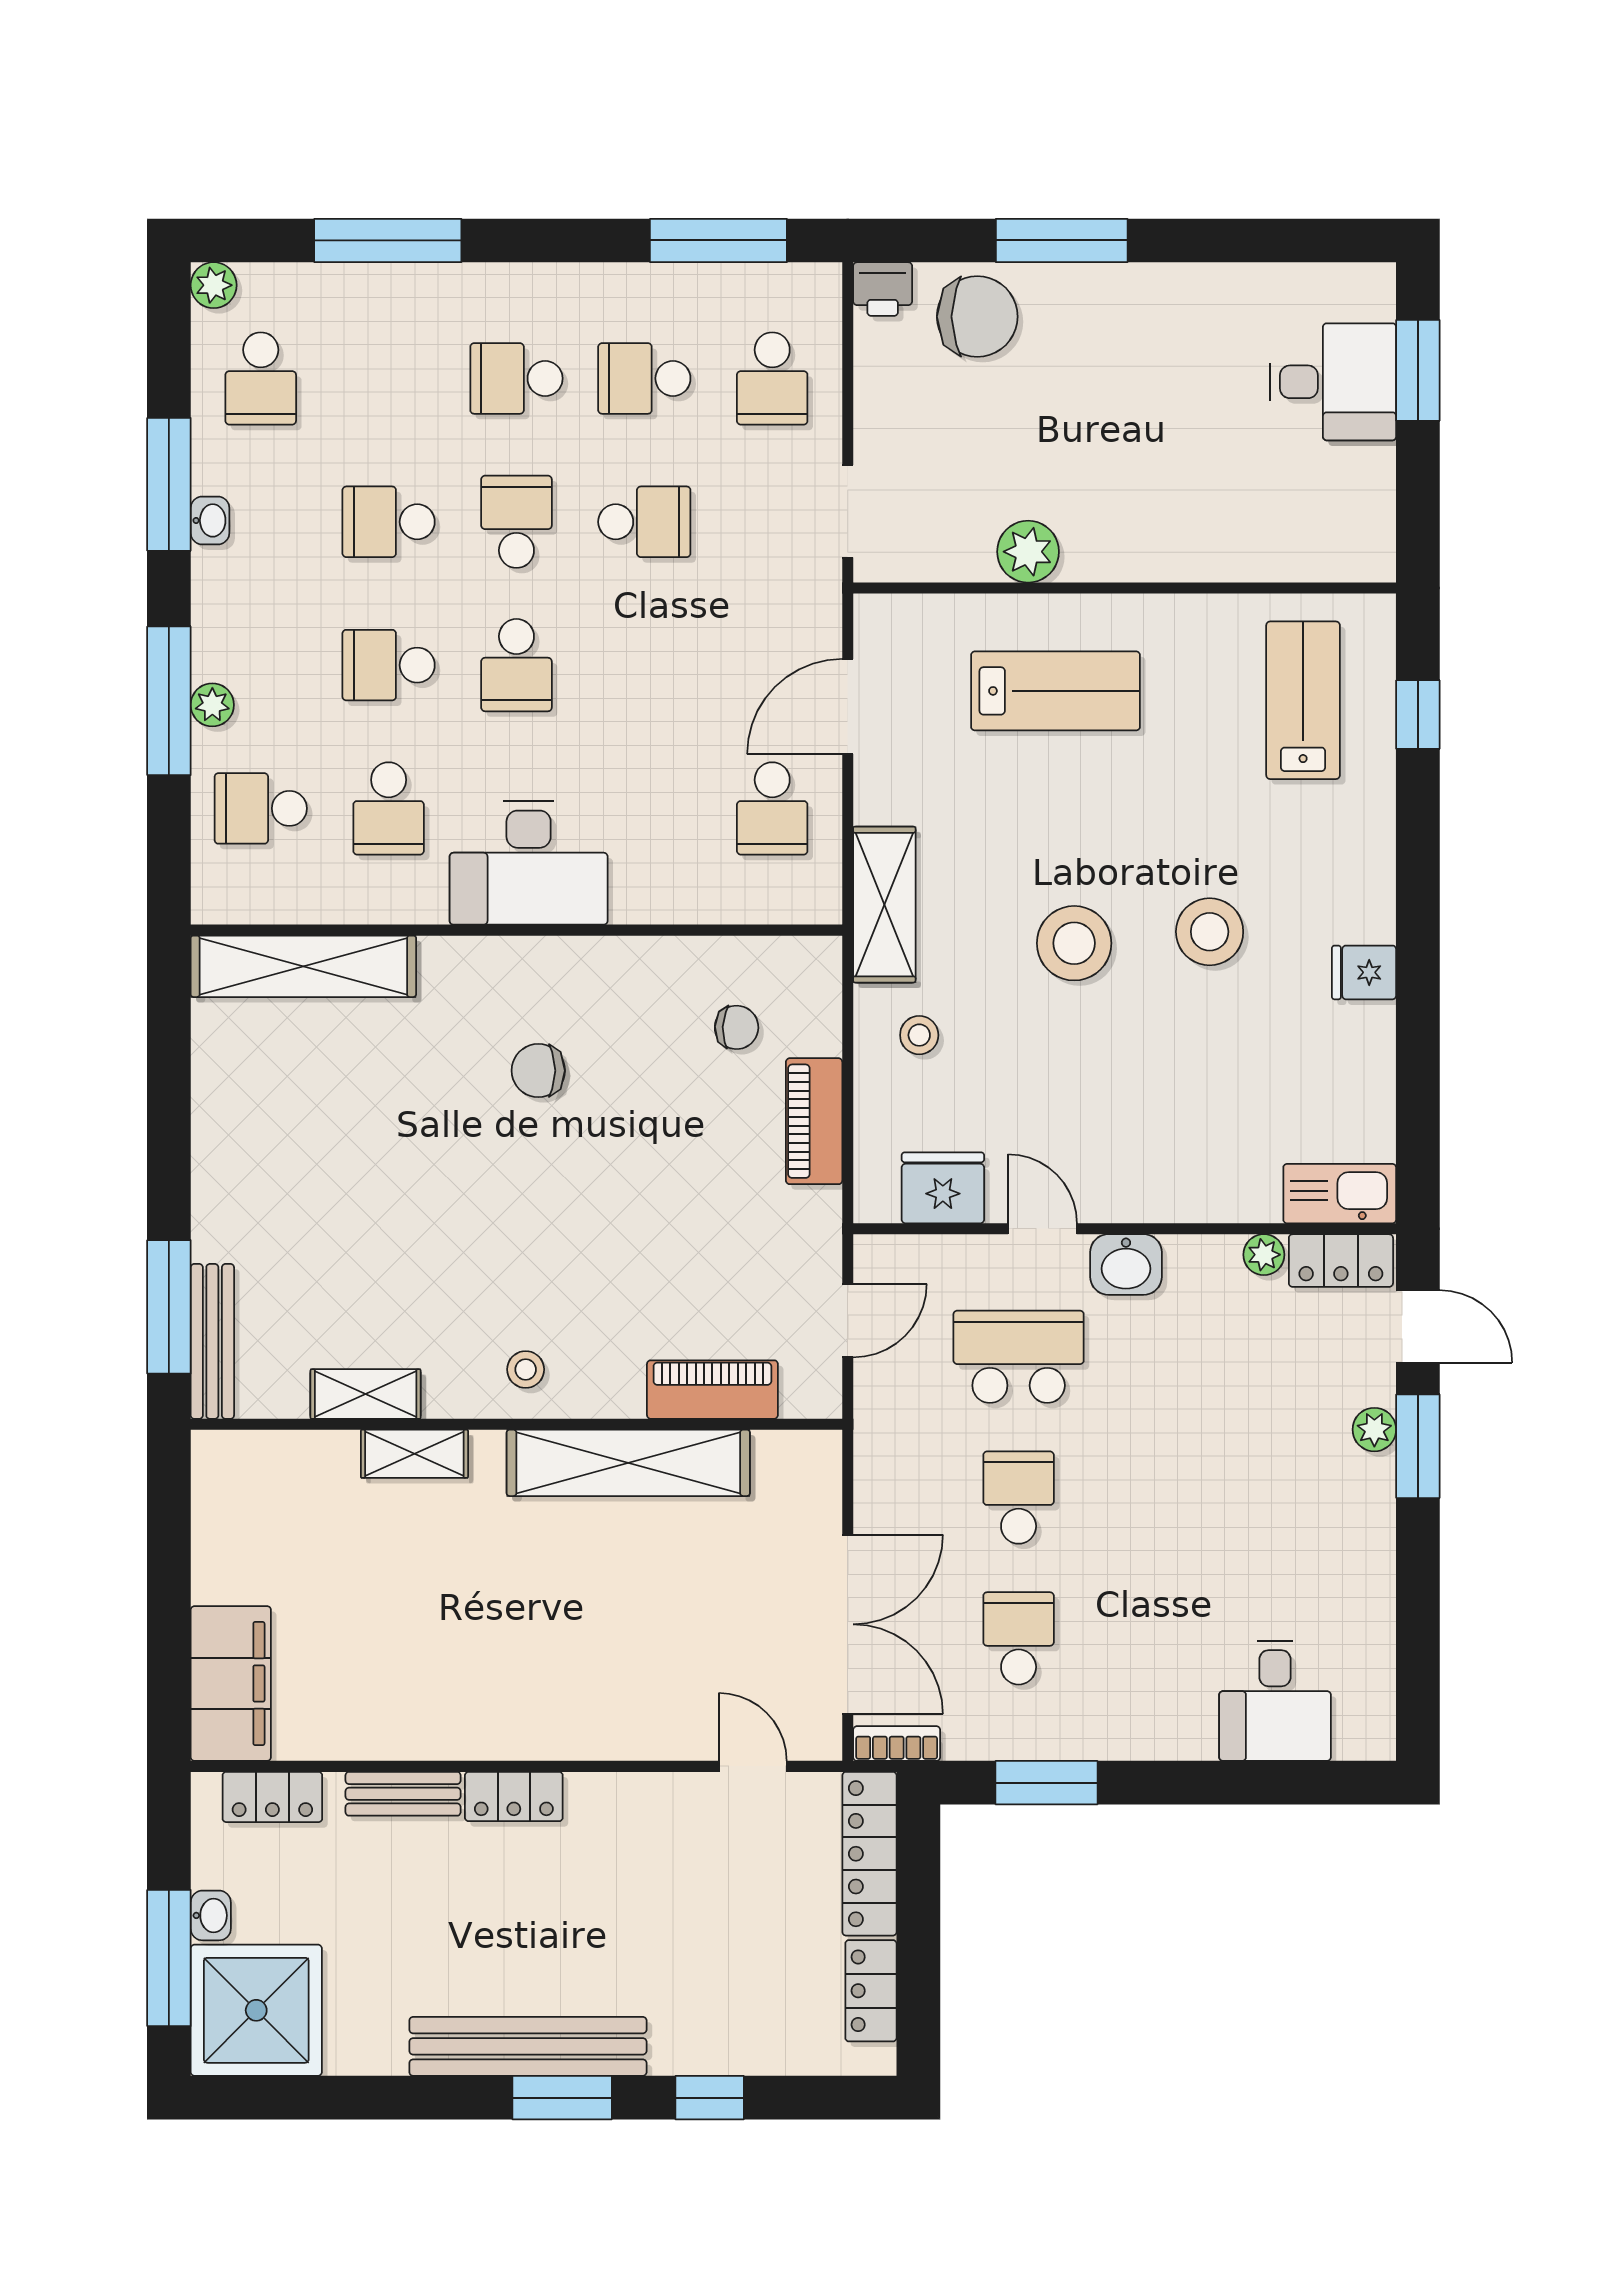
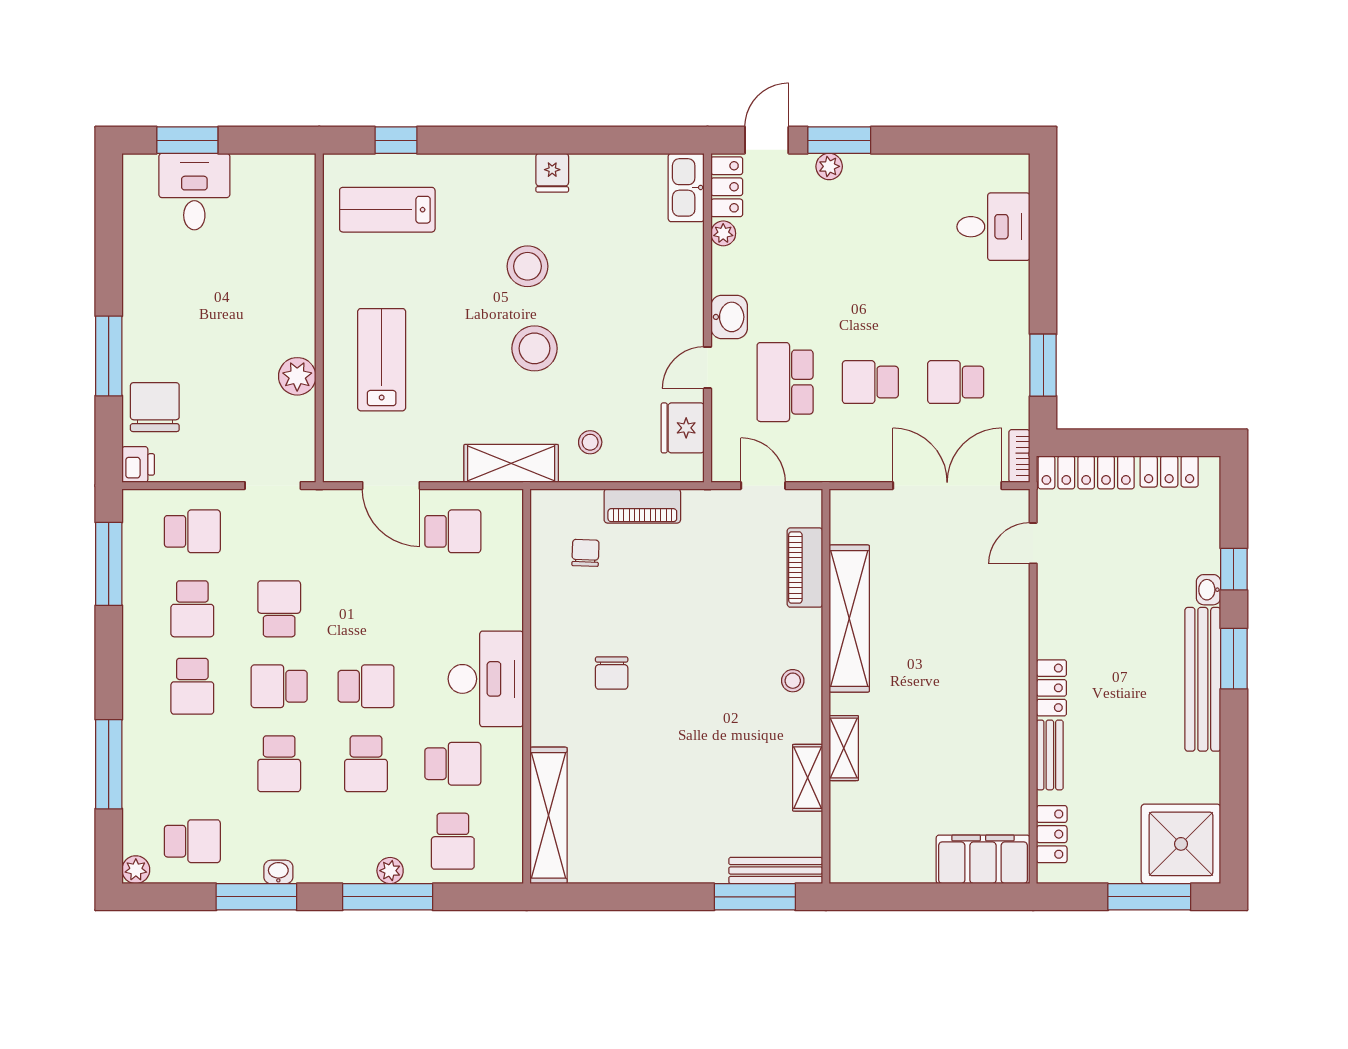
washbasin: (211, 1915) -> (1209, 590), moved, turned -90

